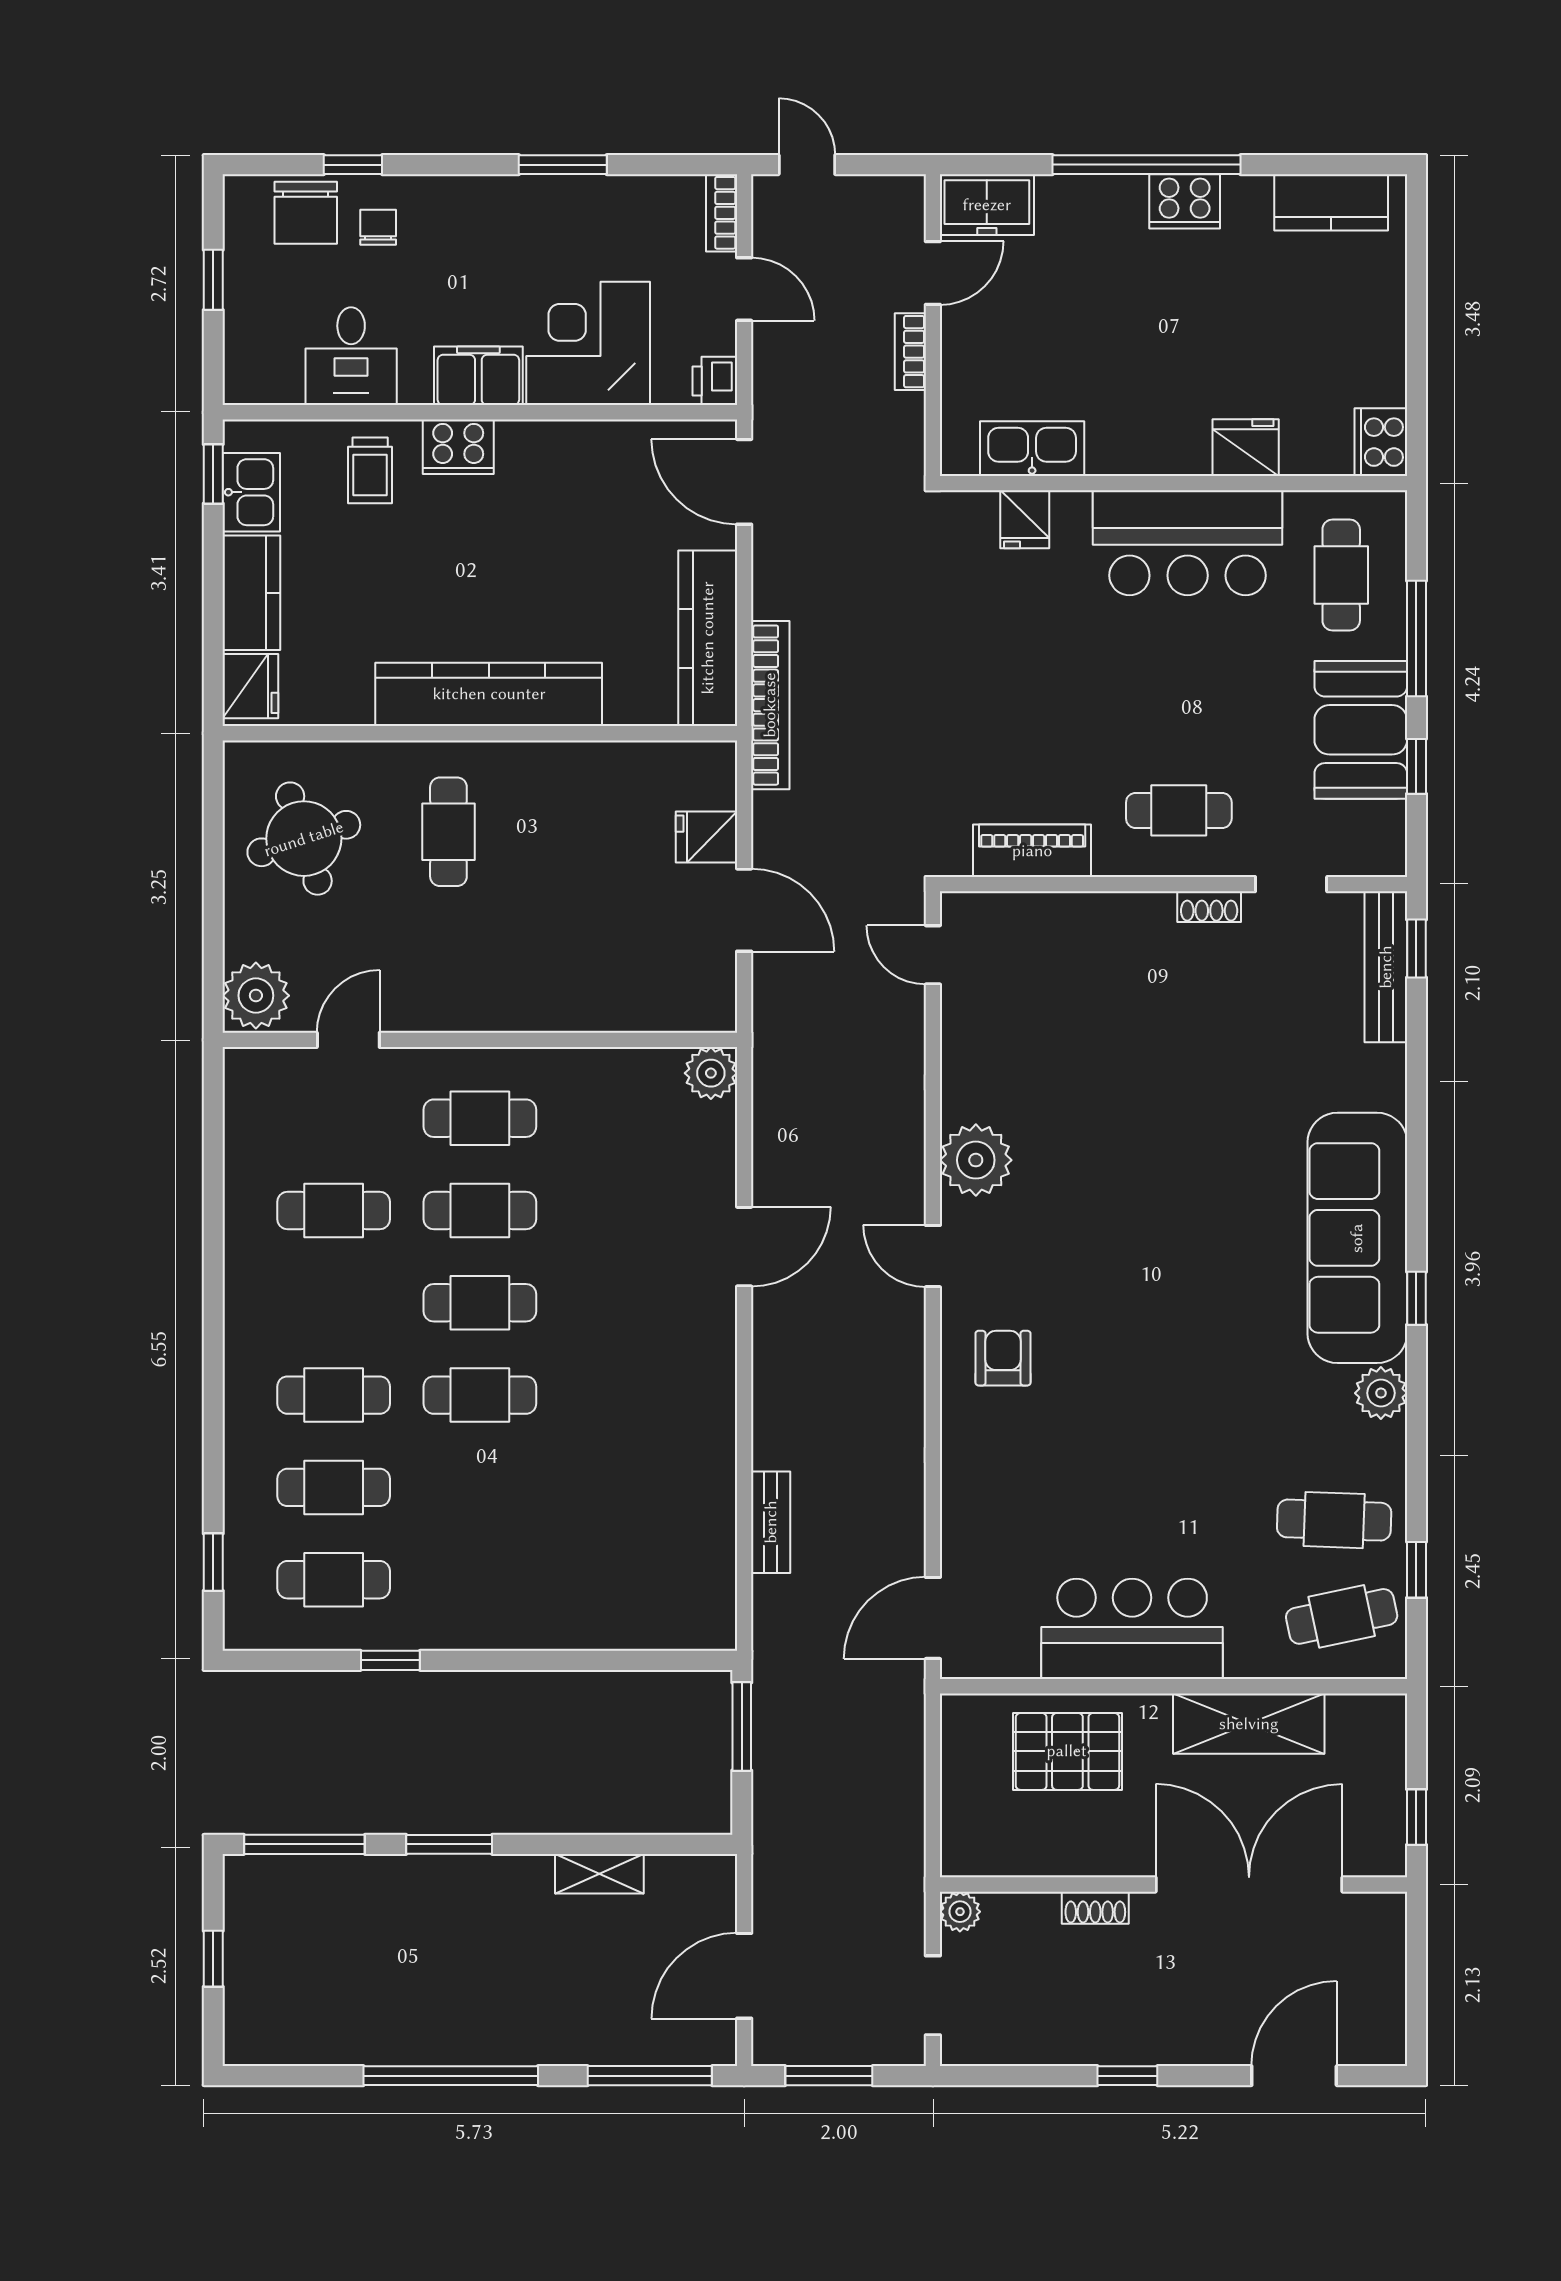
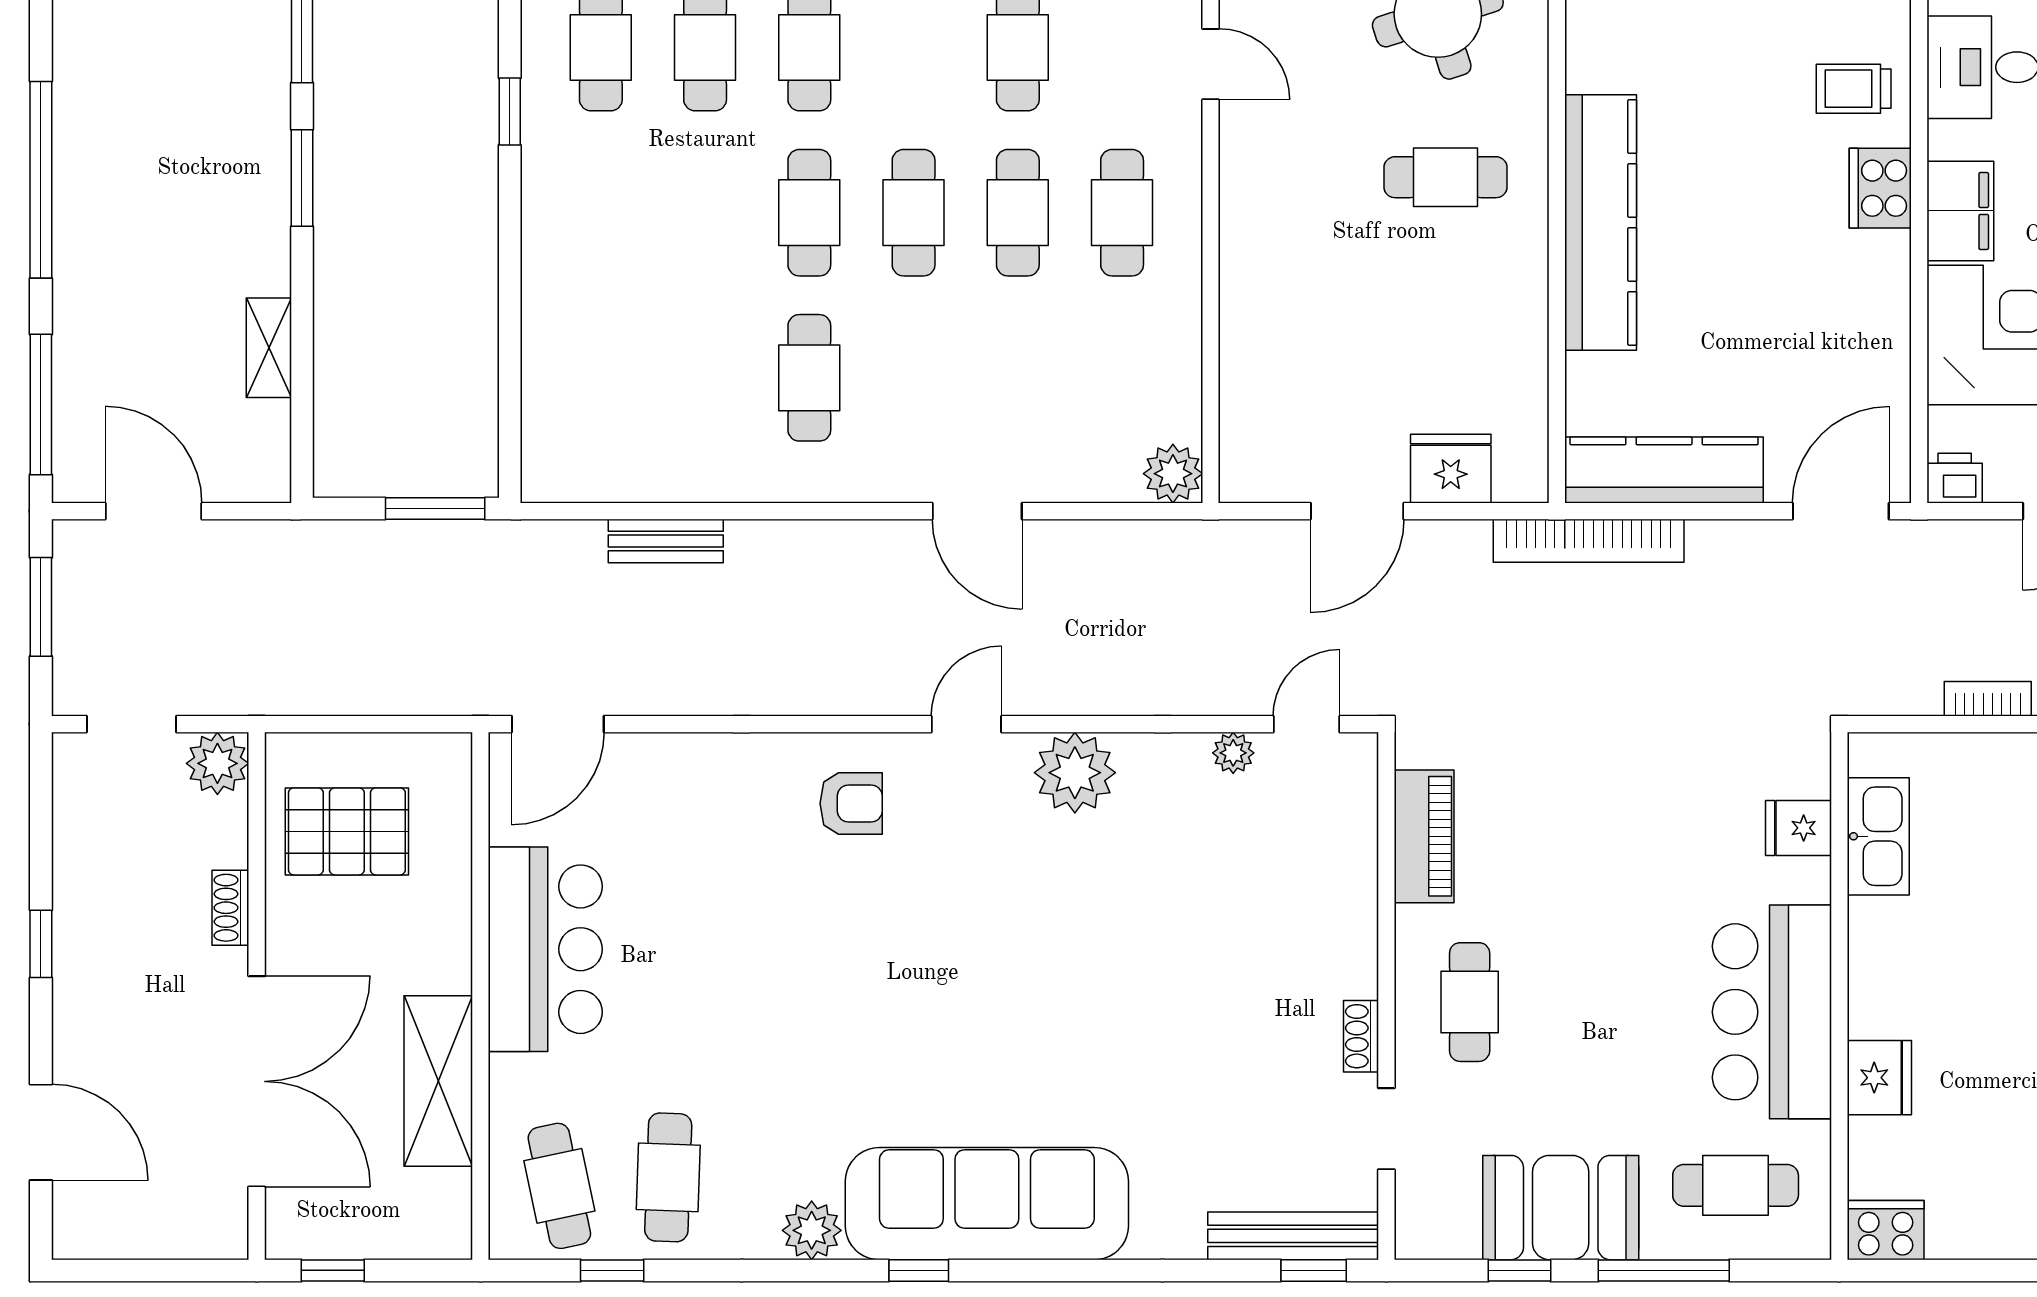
fridge: (706, 837) -> (1451, 469), width x1.38
plant: (958, 1020) -> (1233, 753), added
cafe table: (626, 1395) -> (809, 378), added
door: (933, 1618) -> (558, 724), swing flipped
pallet: (1067, 1751) -> (347, 831), moved, turned 90
plant: (960, 1912) -> (217, 763), width x1.38, depth x1.38

